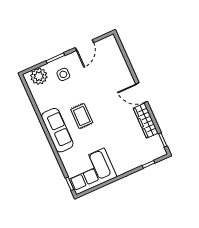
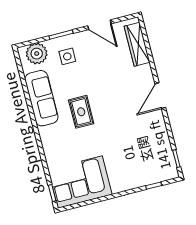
door: (84, 45) -> (99, 25), hinge flipped
door: (142, 93) -> (160, 96), hinge flipped
wardrobe: (146, 121) -> (137, 44), moved
sofa: (57, 130) -> (41, 98), moved

